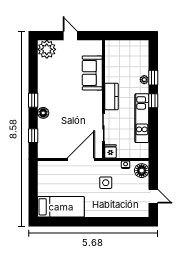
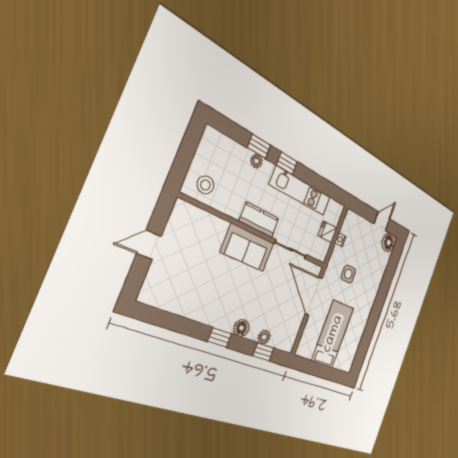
plant: (47, 49) -> (264, 337), moved, width x0.53, depth x0.53
stool: (116, 54) -> (205, 185), added
sofa: (92, 73) -> (247, 248), moved
fridge: (110, 151) -> (328, 232), moved
floor lamp: (142, 171) -> (389, 242), moved
bed: (61, 207) -> (333, 334), moved

